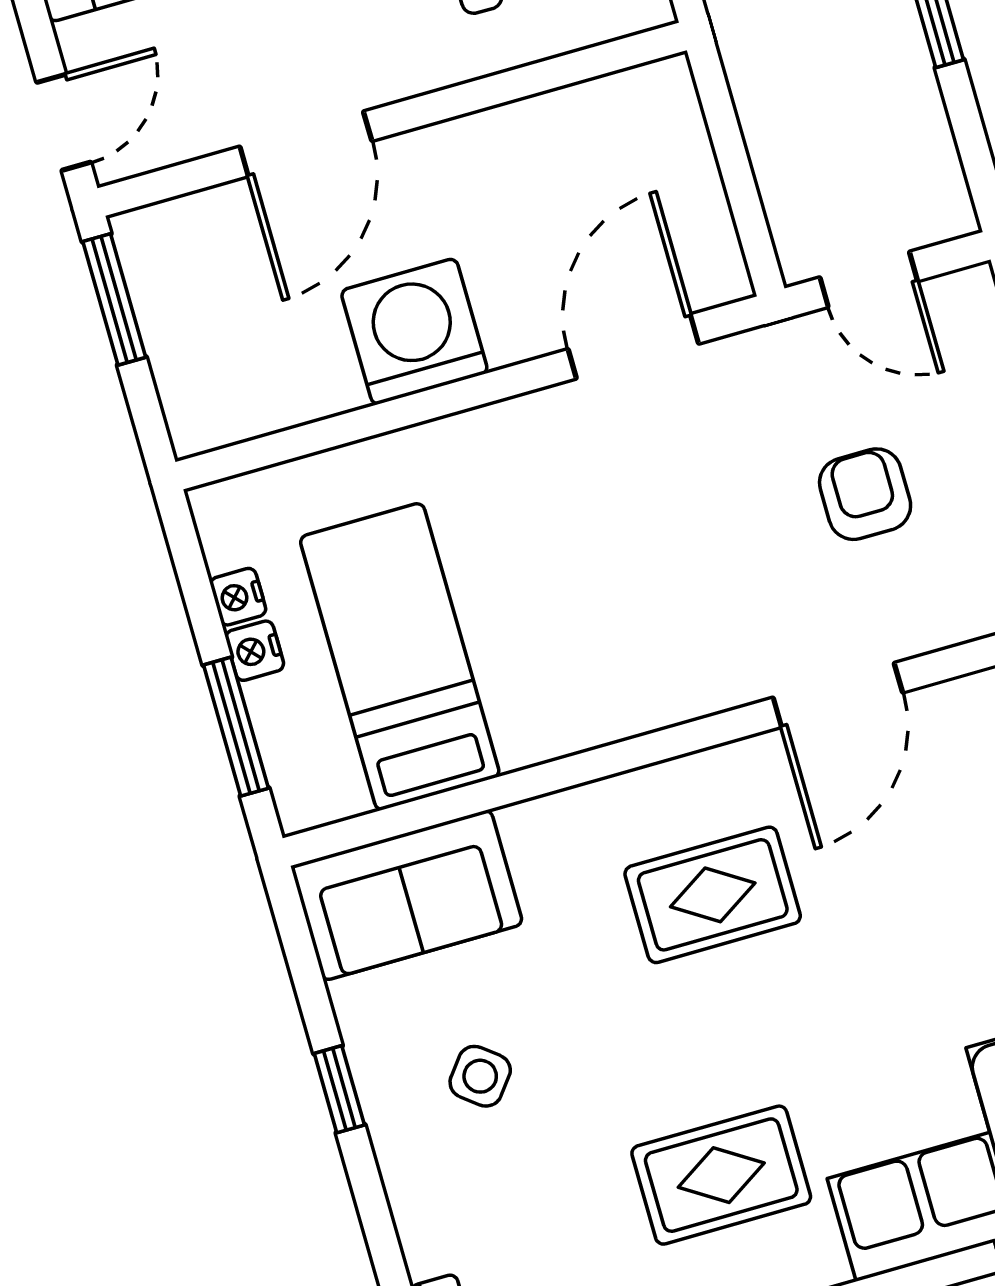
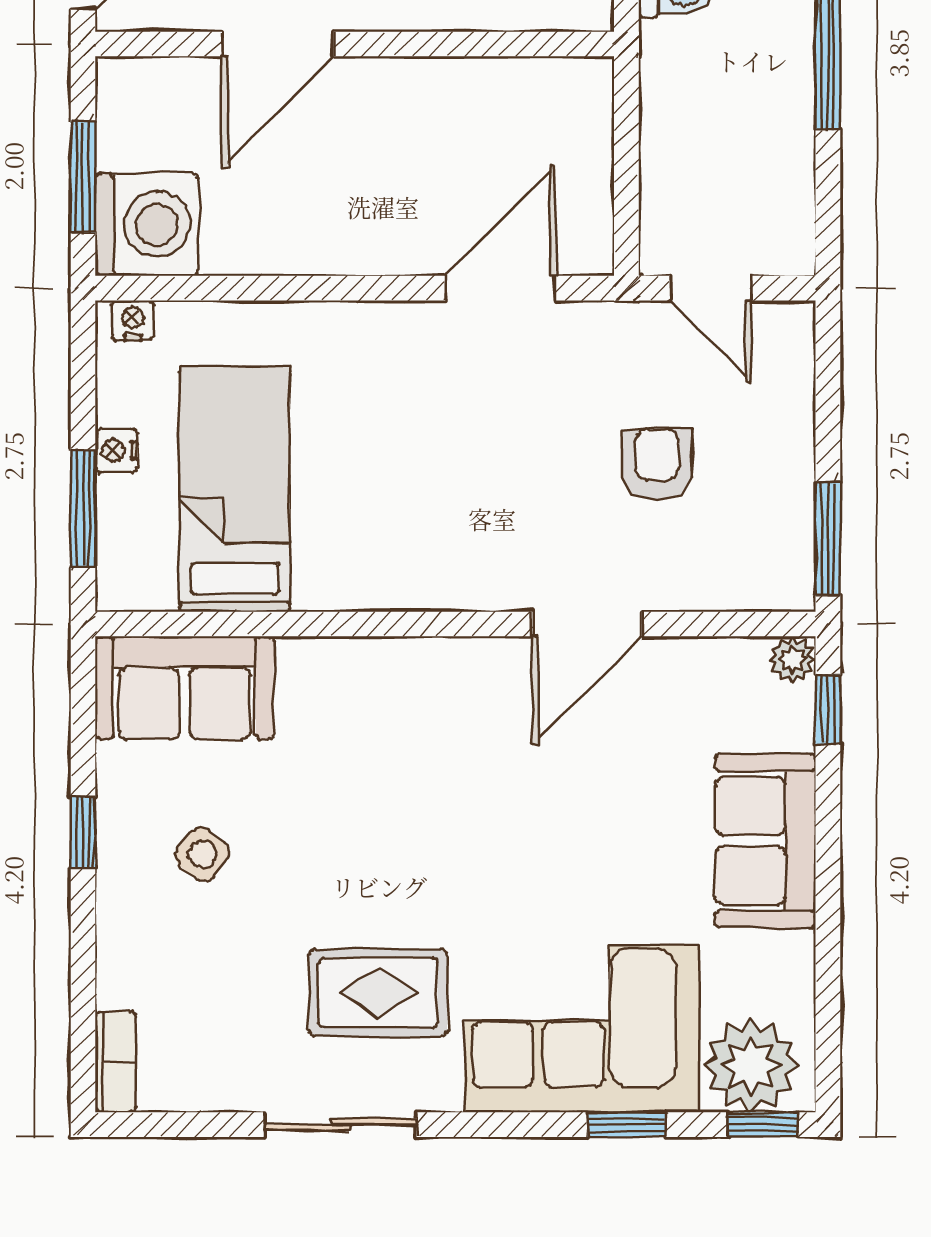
window: (114, 299) -> (83, 177), moved
washing machine: (414, 332) -> (147, 224), moved, turned 90
nightstand: (238, 597) -> (133, 321), moved, turned 90
rug: (713, 895) -> (437, 760), removed

